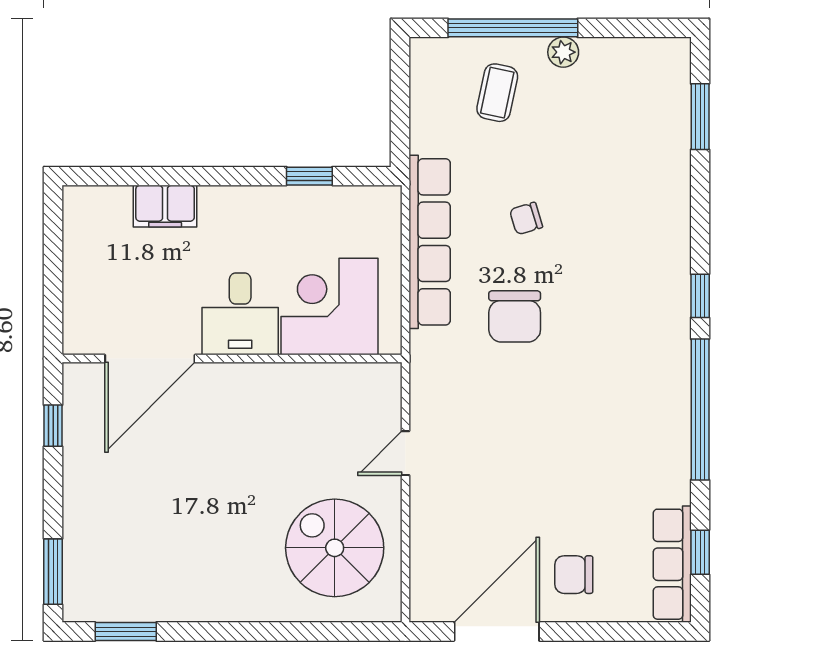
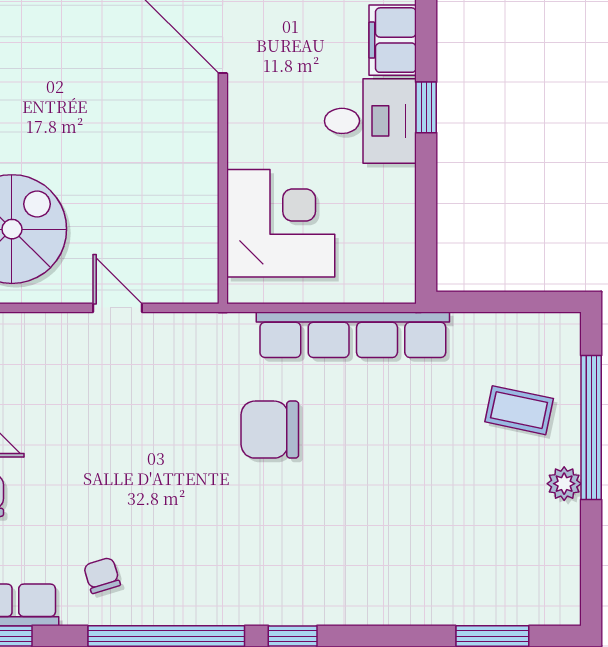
window: (309, 176) -> (426, 107), moved
chair: (526, 219) -> (102, 575), moved
desk: (240, 314) -> (370, 121), moved, turned 180

